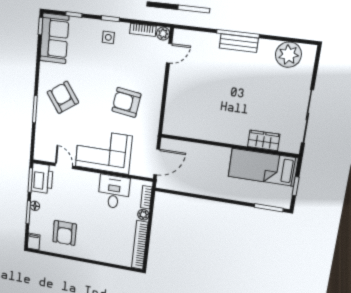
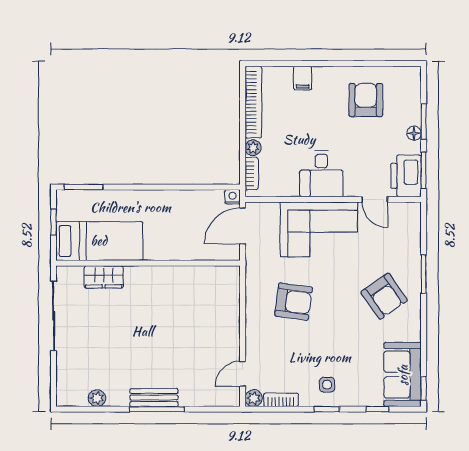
plant: (288, 55) -> (97, 398), width x0.53, depth x0.53
nightstand: (162, 183) -> (232, 197), added
desk: (114, 192) -> (321, 174), moved
filing cabinet: (34, 242) -> (303, 78), moved

